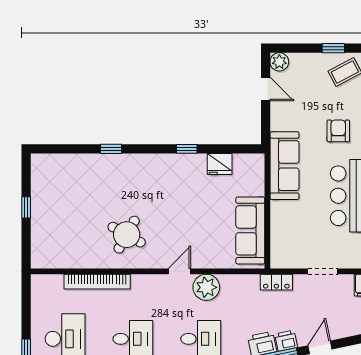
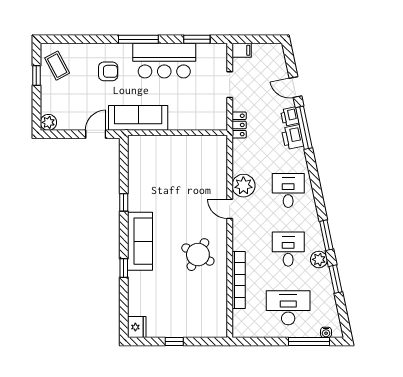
door: (266, 89) -> (96, 134), moved
armchair: (338, 131) -> (108, 71), turned 180
fridge: (220, 164) -> (137, 327), moved
sofa: (250, 230) -> (140, 241), moved, turned -90

